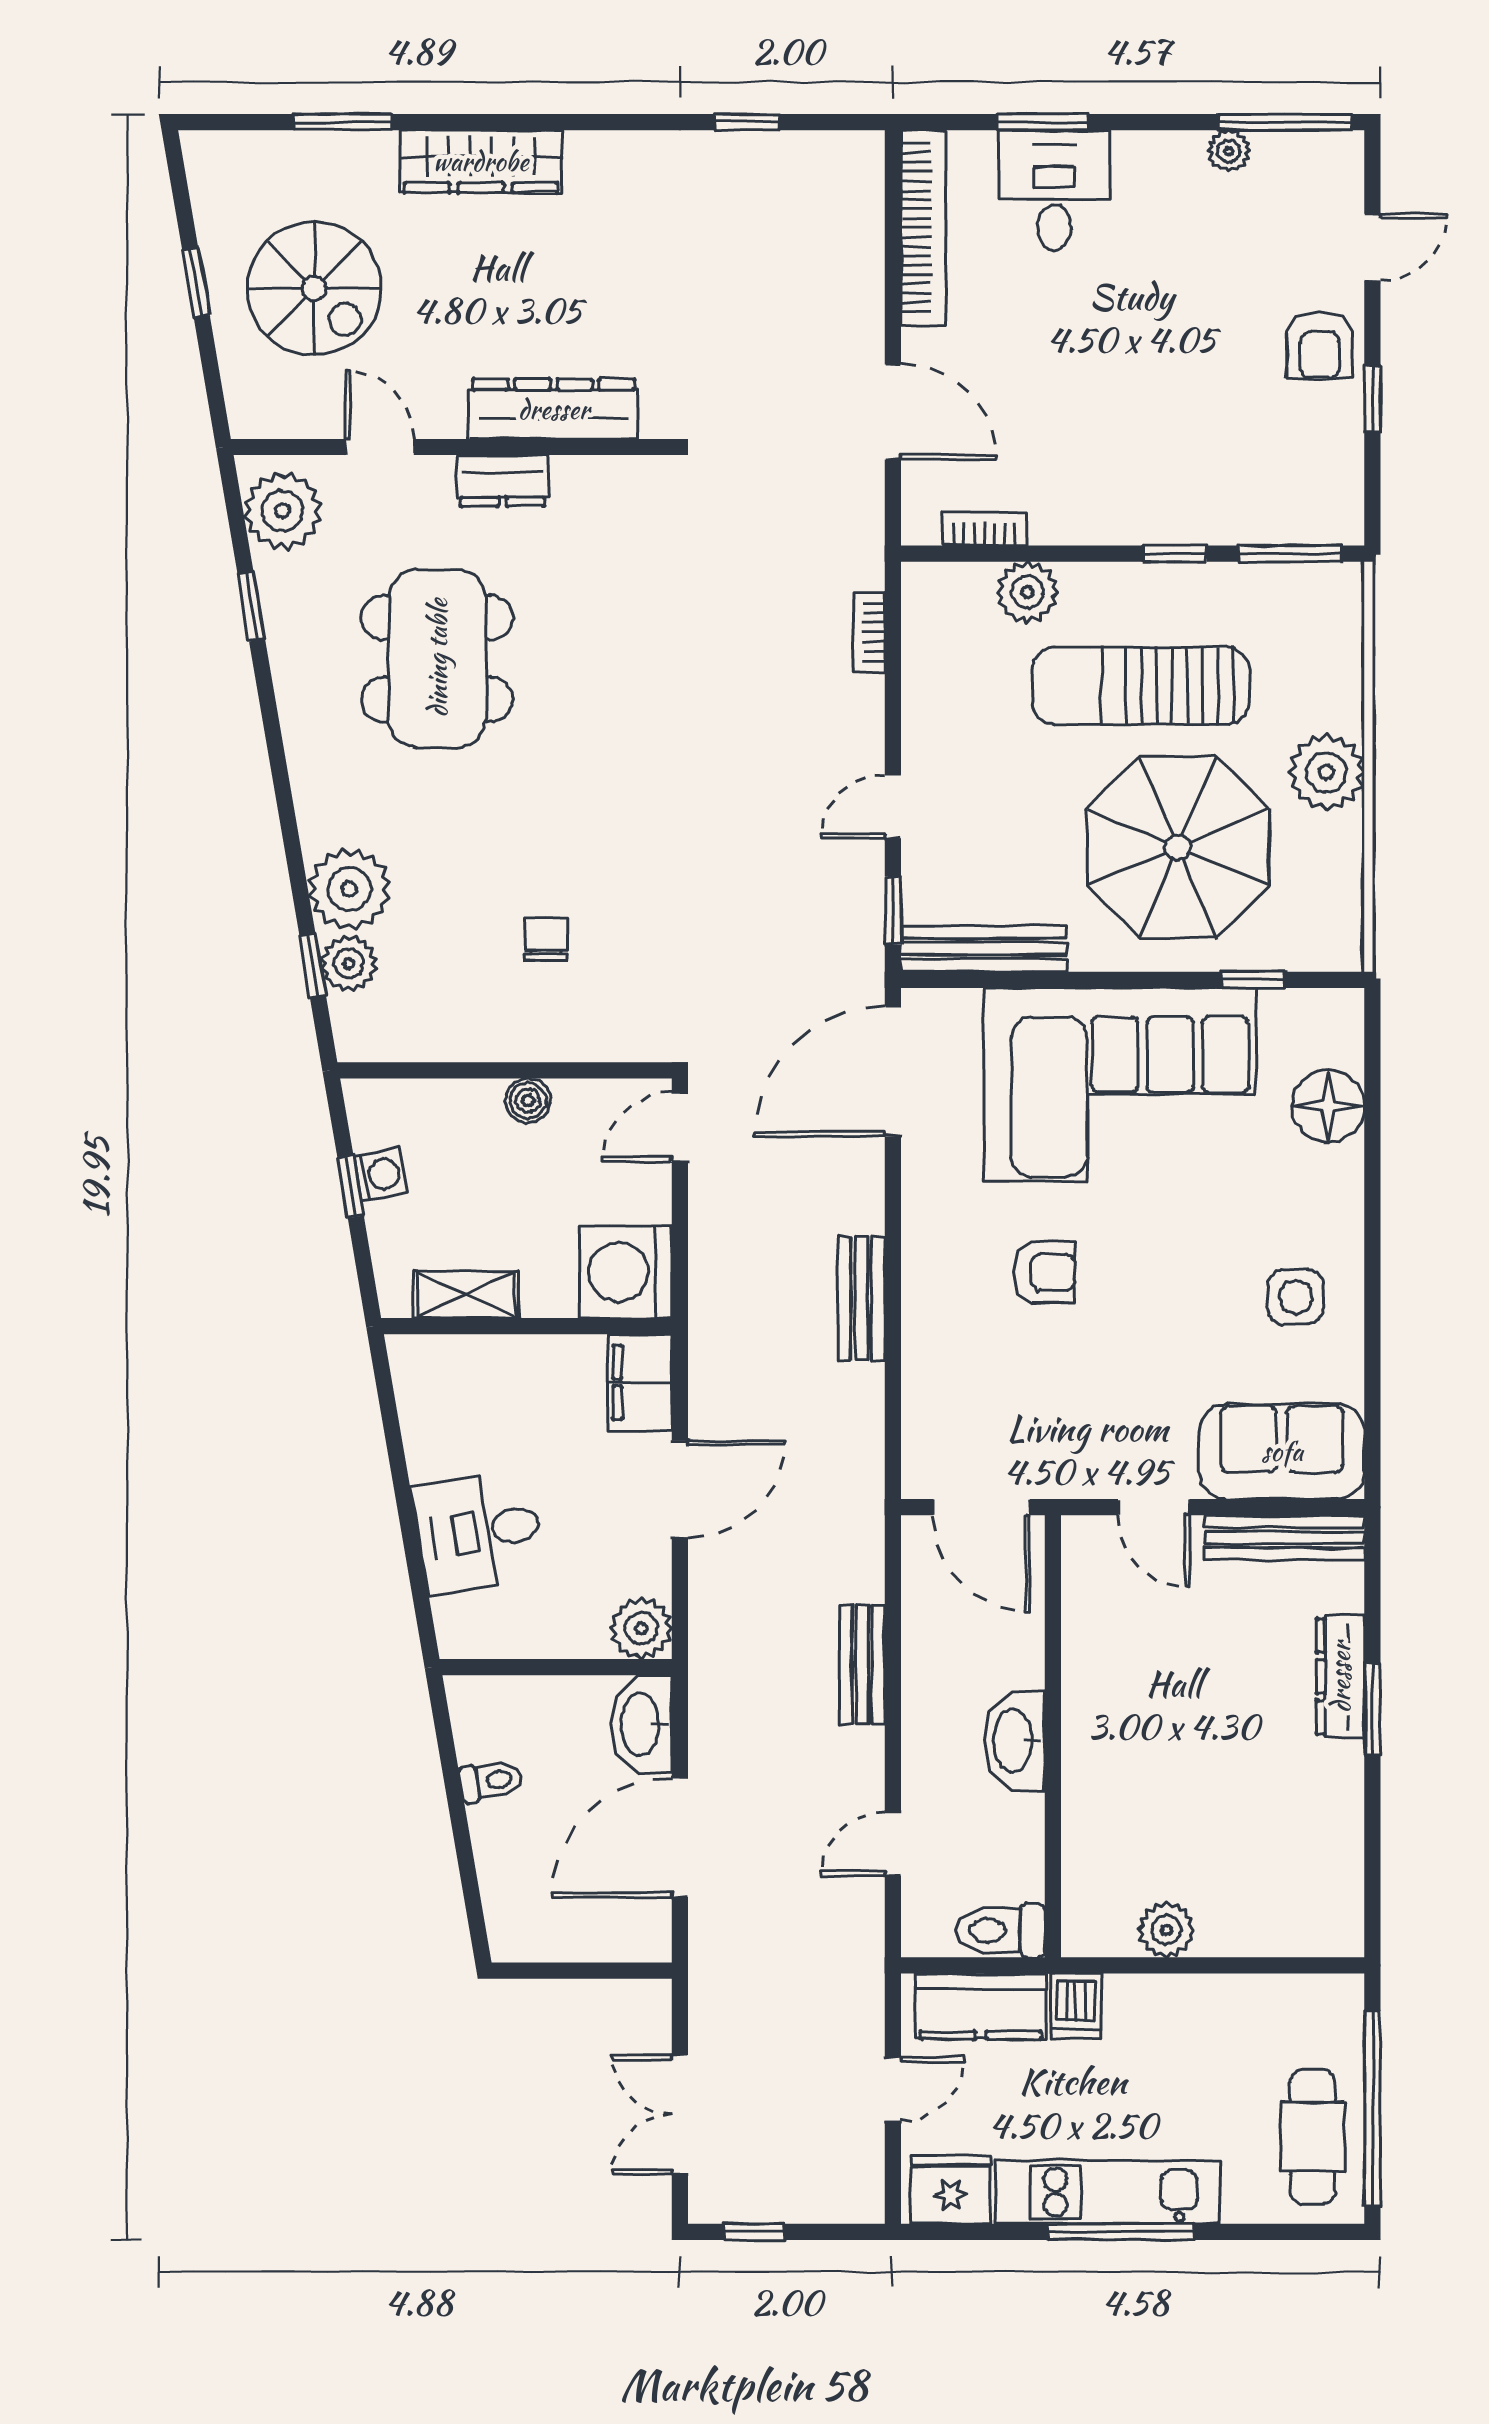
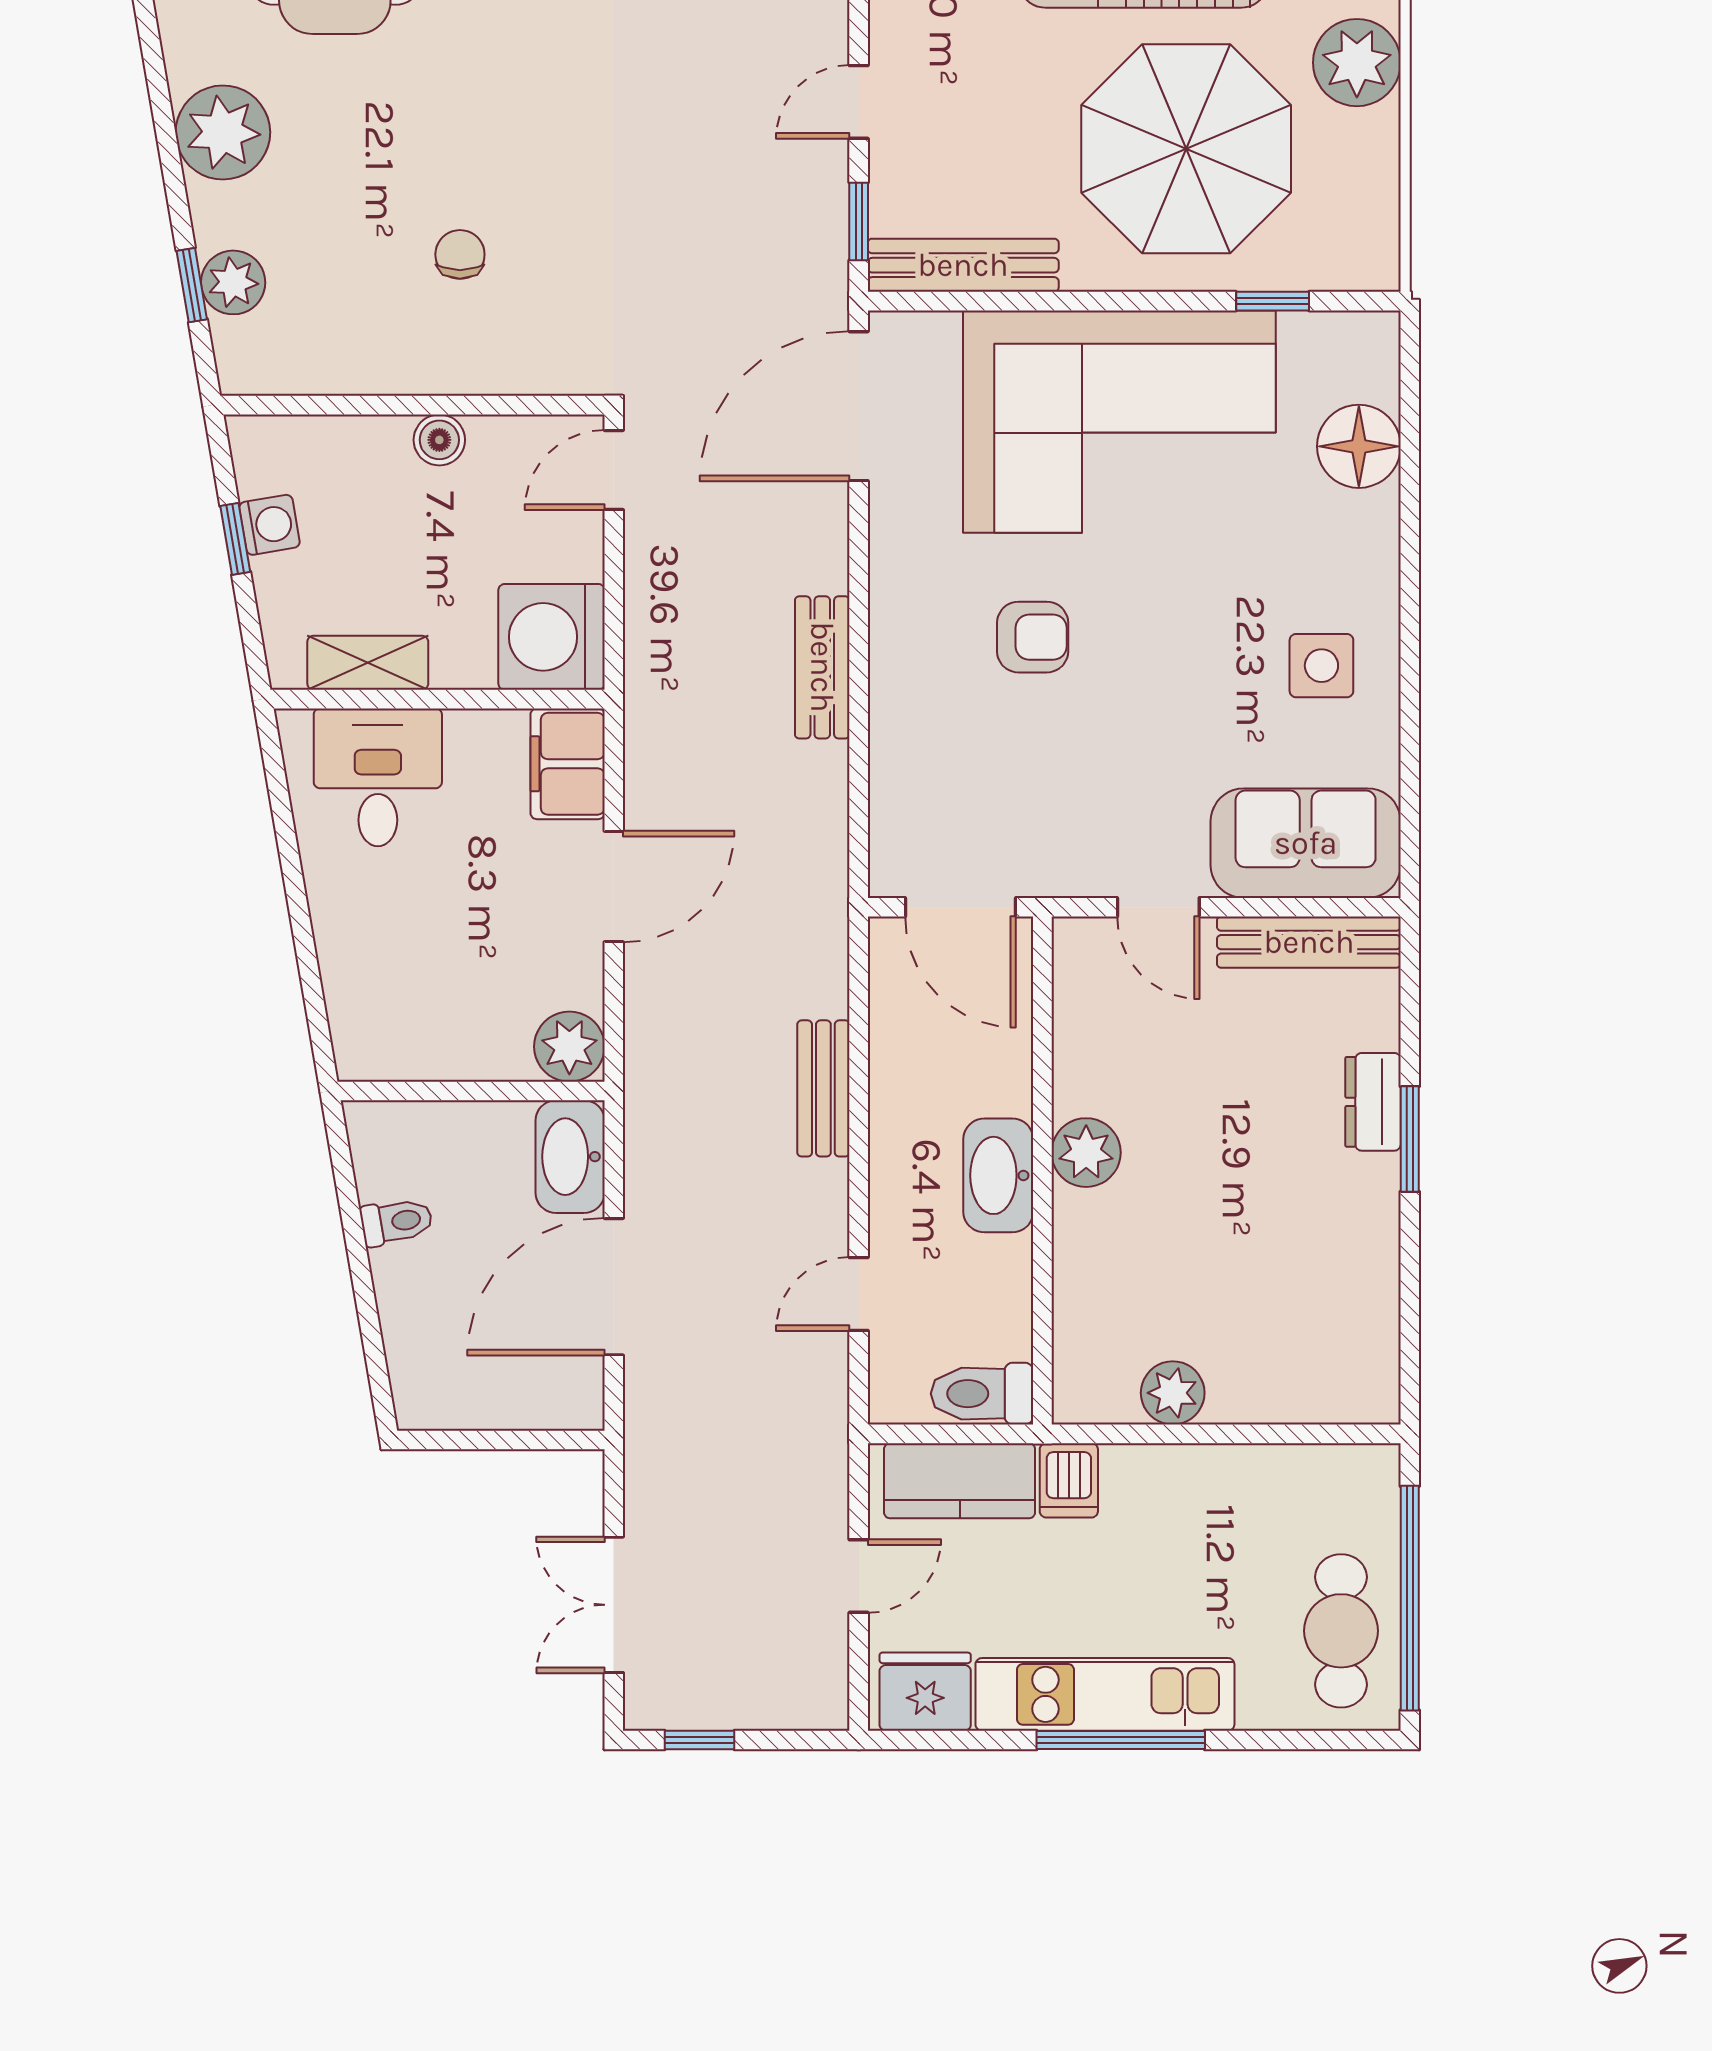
plant: (349, 889) -> (223, 132), moved
desk: (479, 1532) -> (378, 777), moved, turned 100
dresser: (1340, 1677) -> (1373, 1102), width x0.70
plant: (1091, 1721) -> (1086, 1153), added

